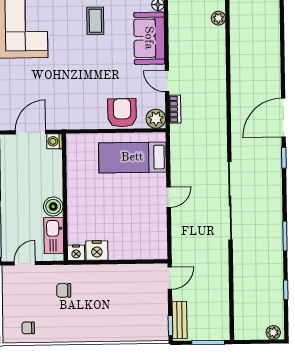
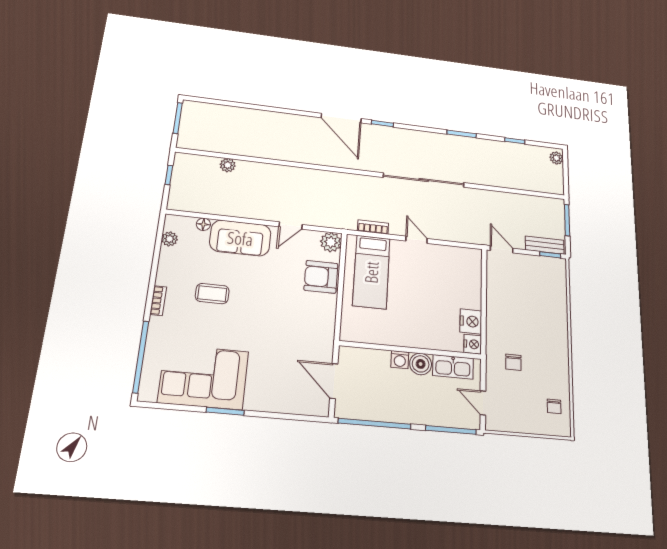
bookcase: (175, 109) -> (373, 227), moved
washing machine: (54, 141) -> (400, 360), moved

